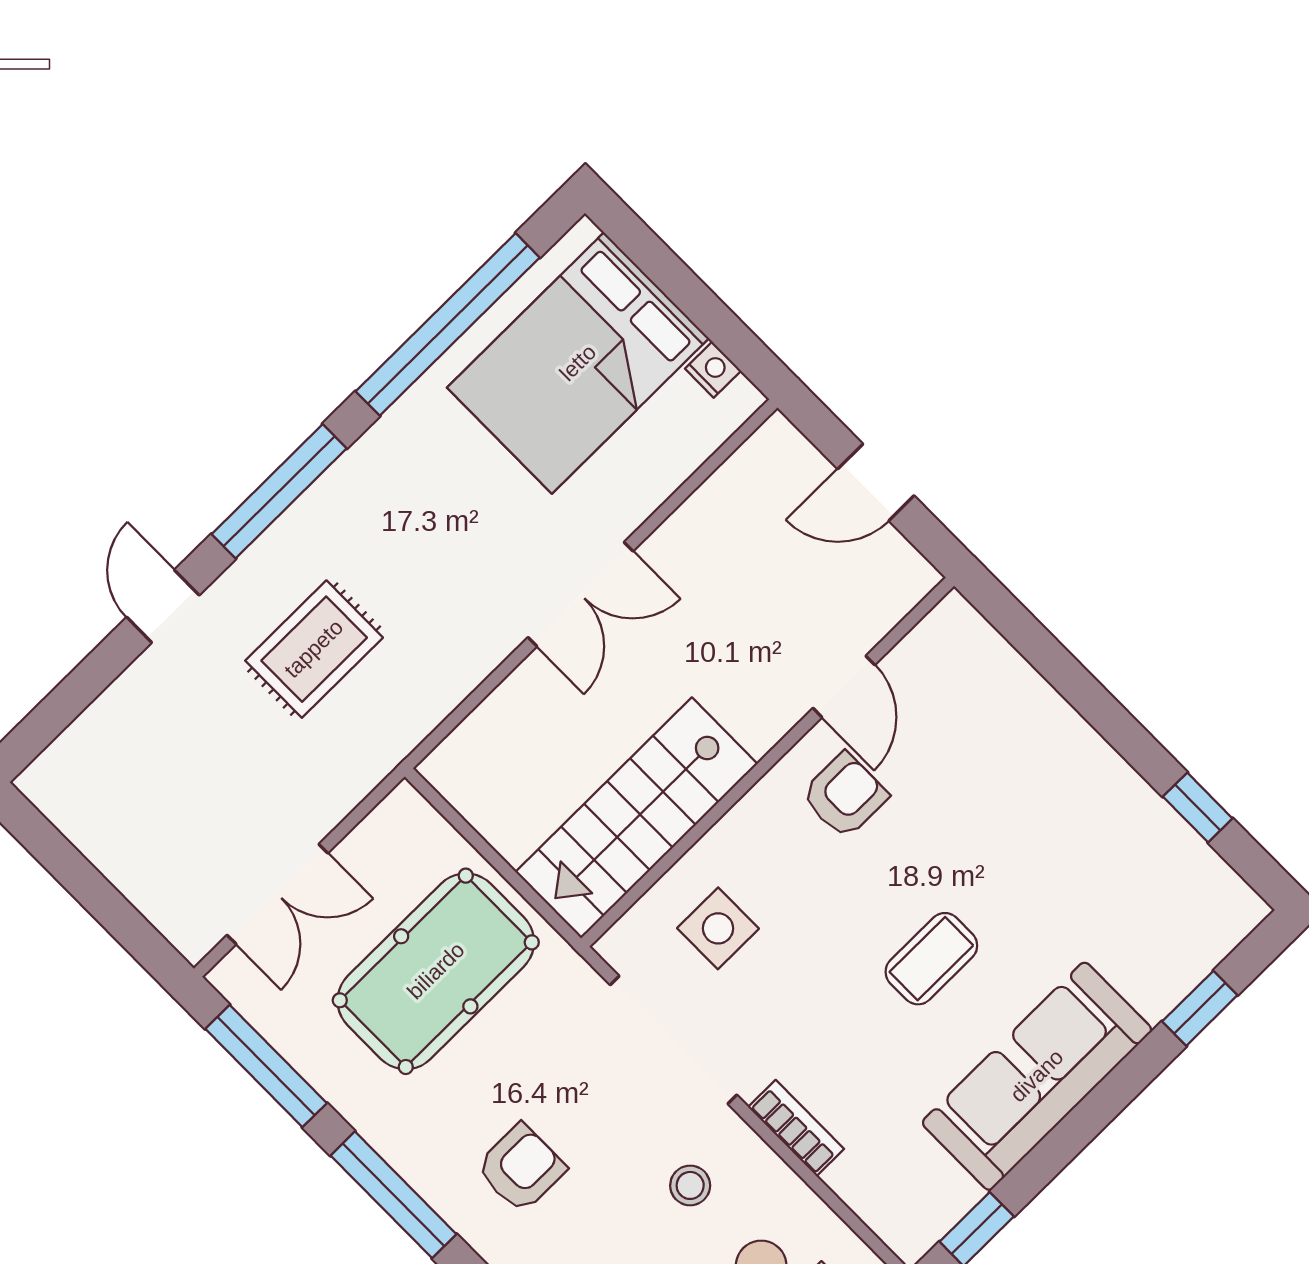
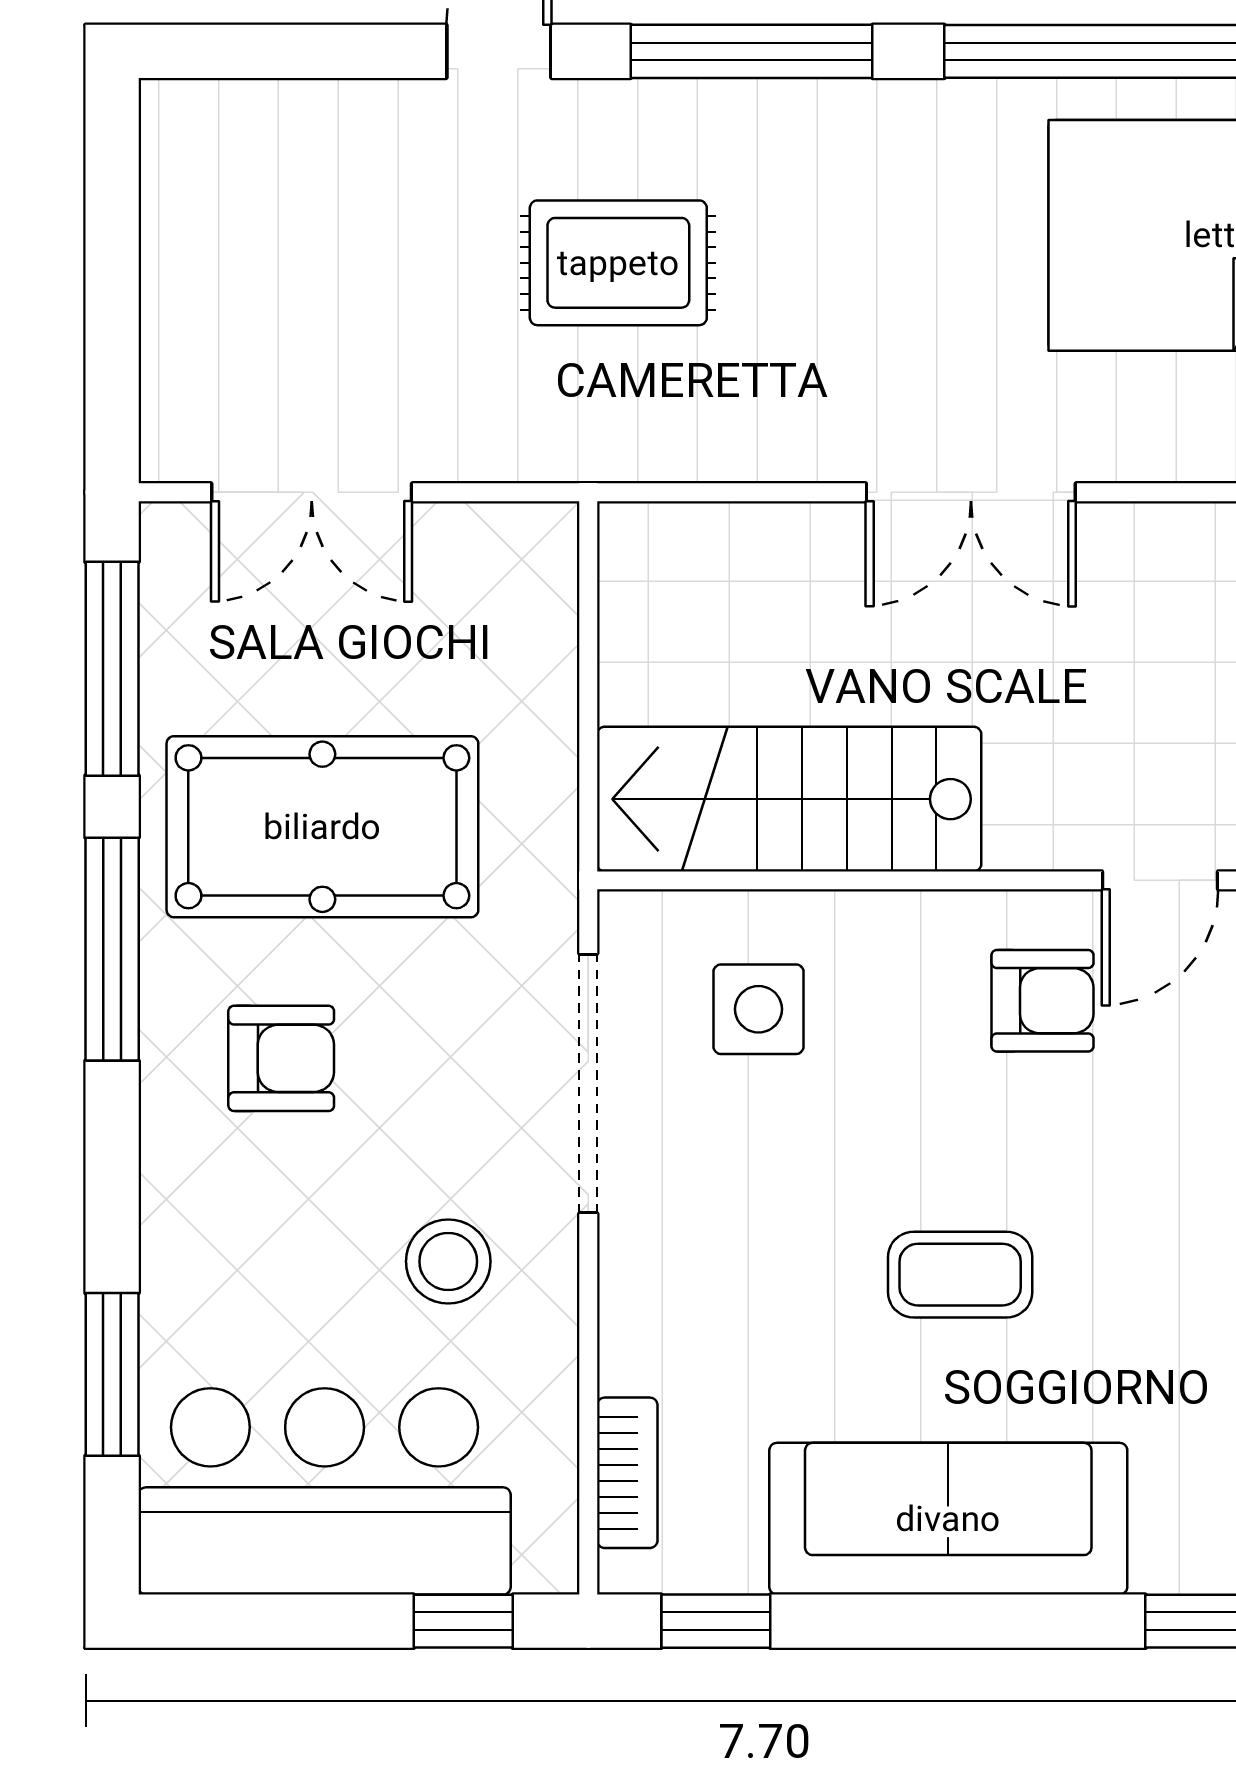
pool table: (436, 971) -> (322, 827), moved
bookcase: (796, 1128) -> (627, 1473), moved
stool: (690, 1185) -> (448, 1261), width x1.37, depth x1.37

